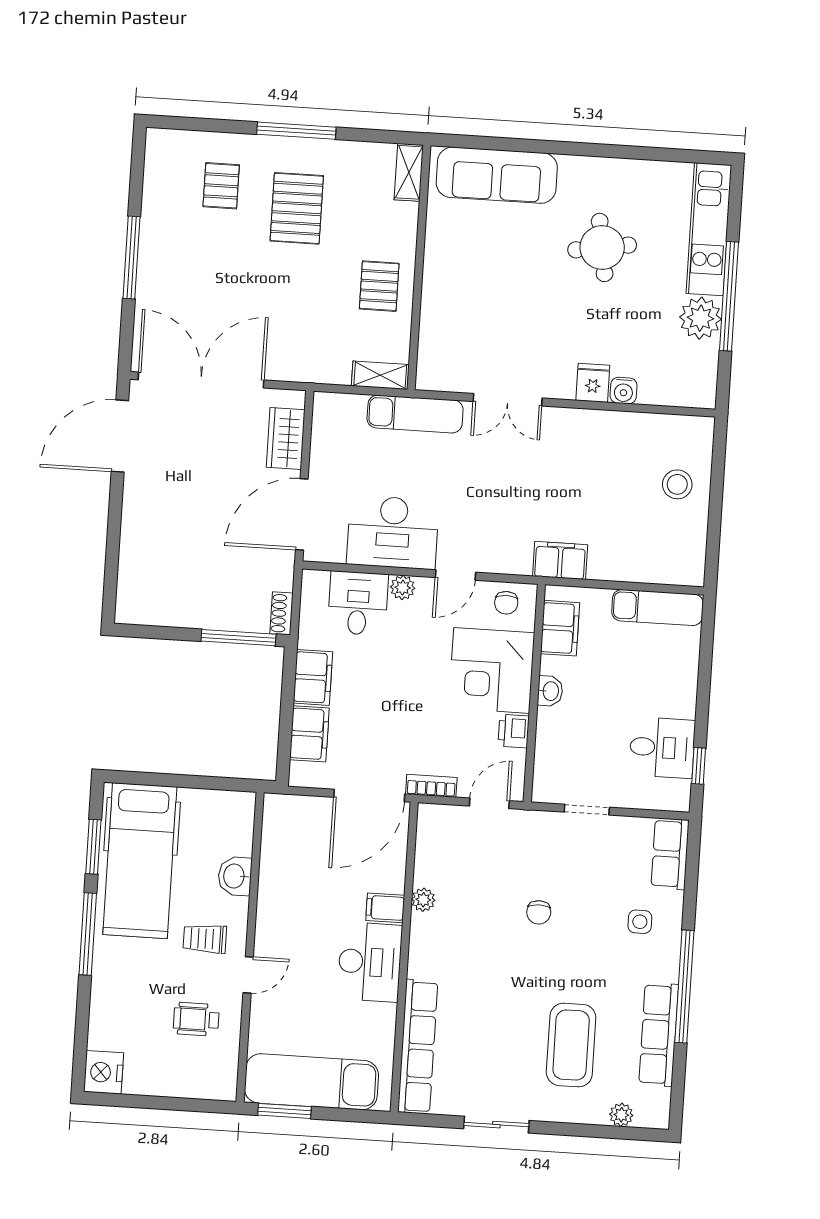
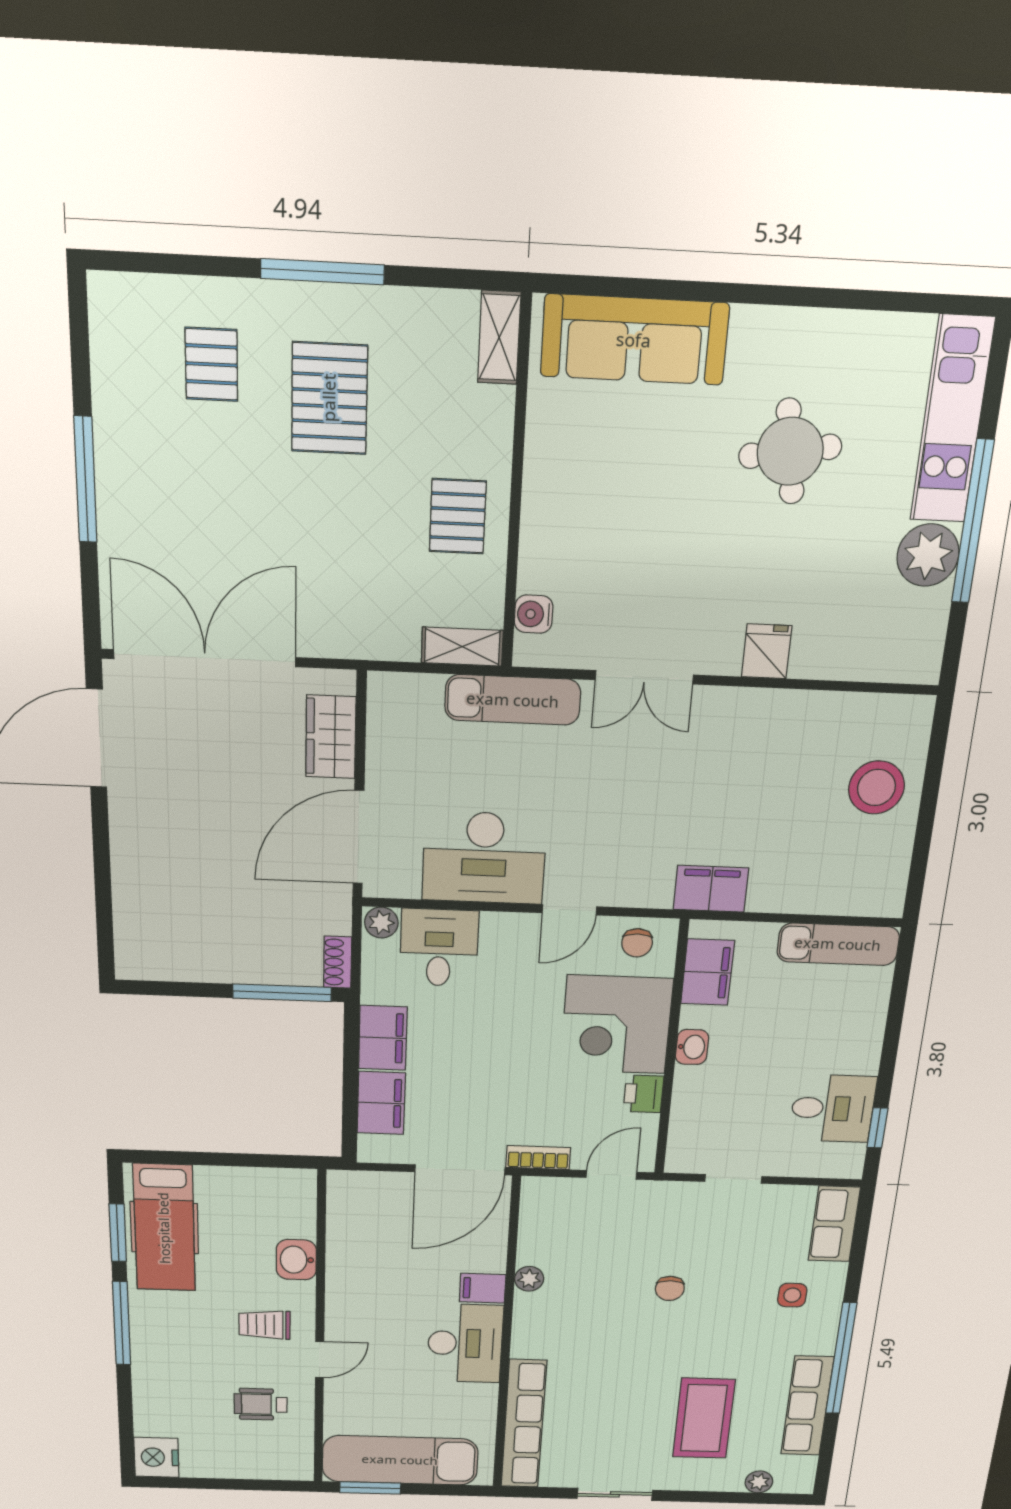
water cooler: (624, 391) -> (534, 614), moved, turned 90
stool: (677, 484) -> (876, 787), width x1.38, depth x1.38
plant: (403, 588) -> (381, 923), moved
hospital bed: (140, 861) -> (164, 1228), width x0.73, depth x0.78

